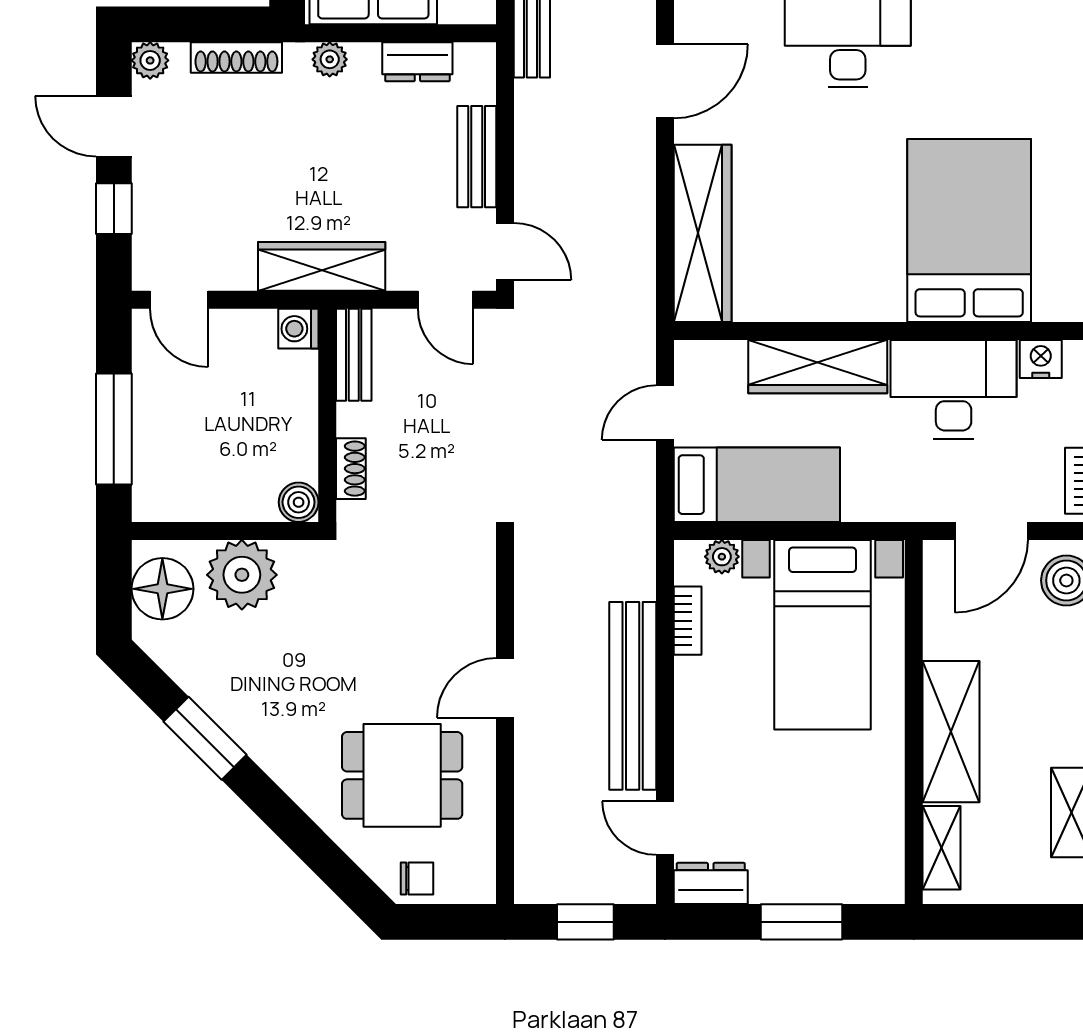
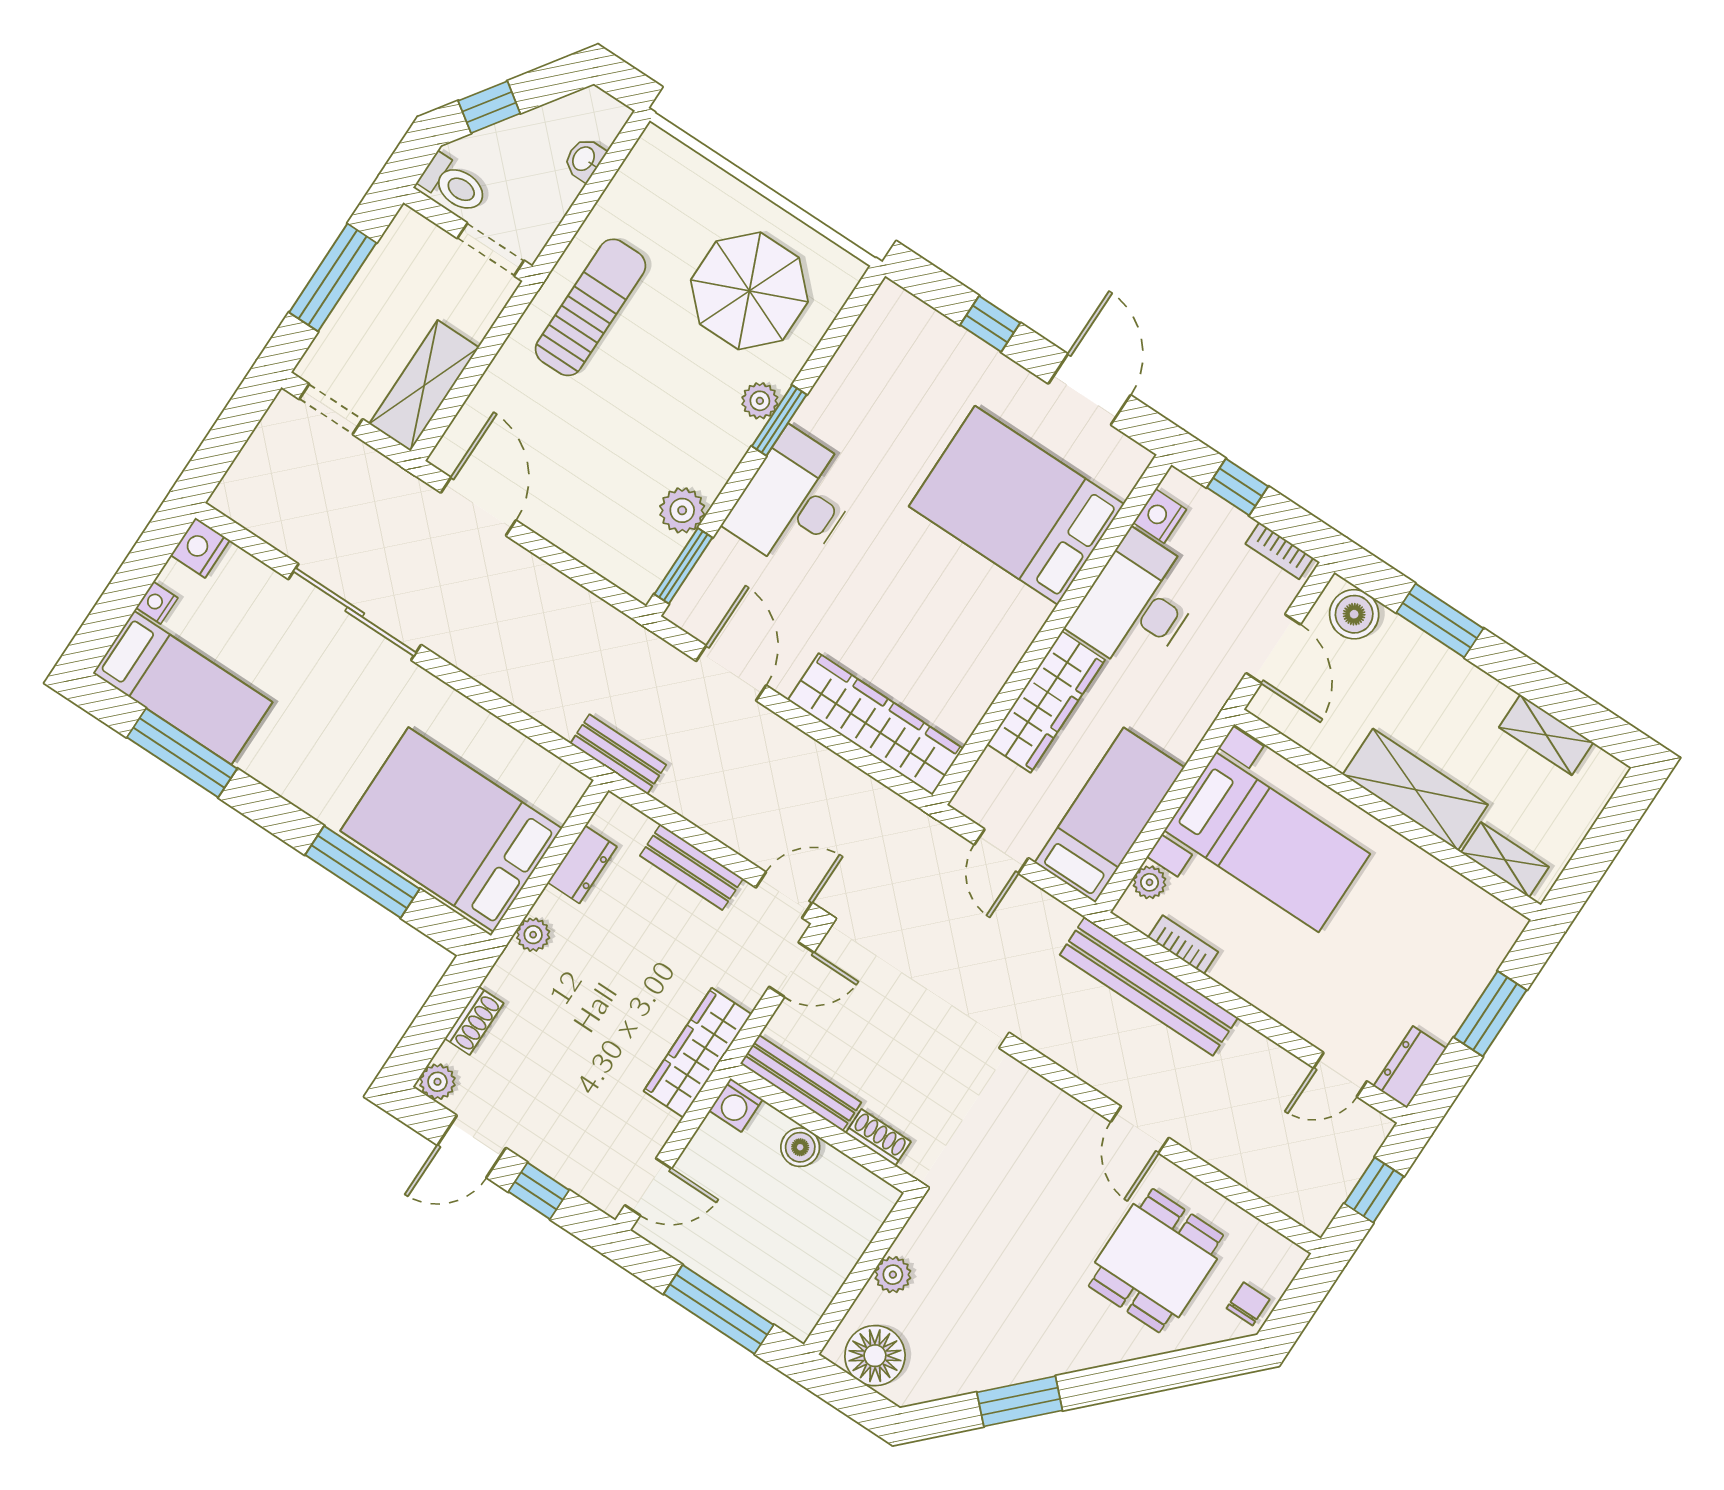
shoe rack: (236, 58) -> (474, 1021), width x0.70
bench: (354, 355) -> (801, 1083), width x1.36
boiler: (299, 502) -> (800, 1147), moved
plant: (242, 575) -> (893, 1275), width x0.53, depth x0.53
bench: (633, 696) -> (1149, 986), moved

